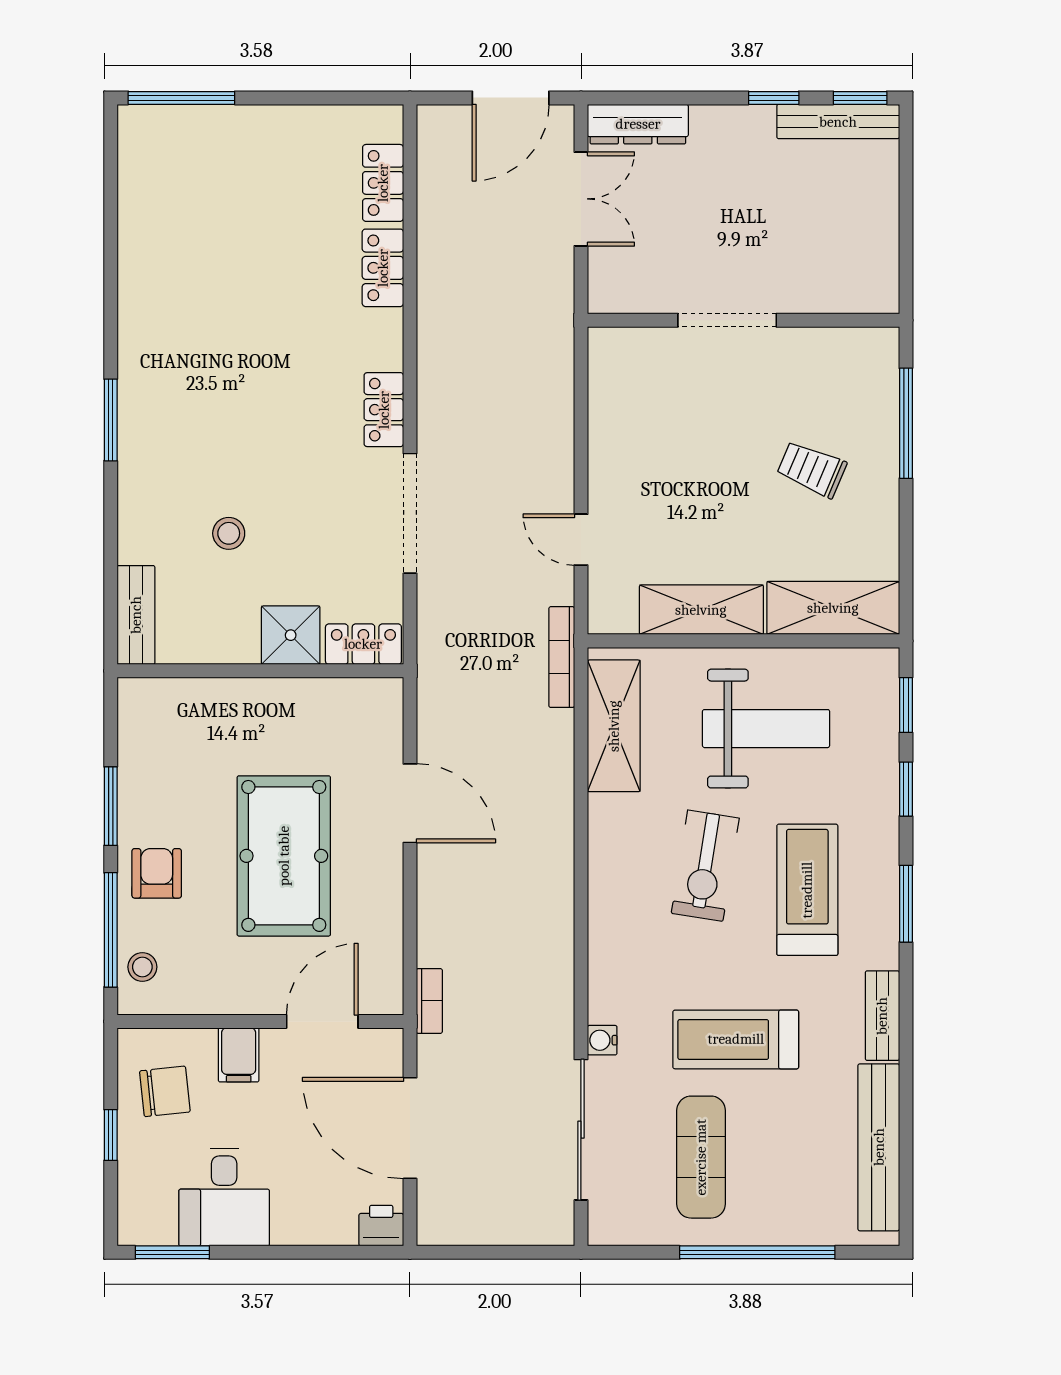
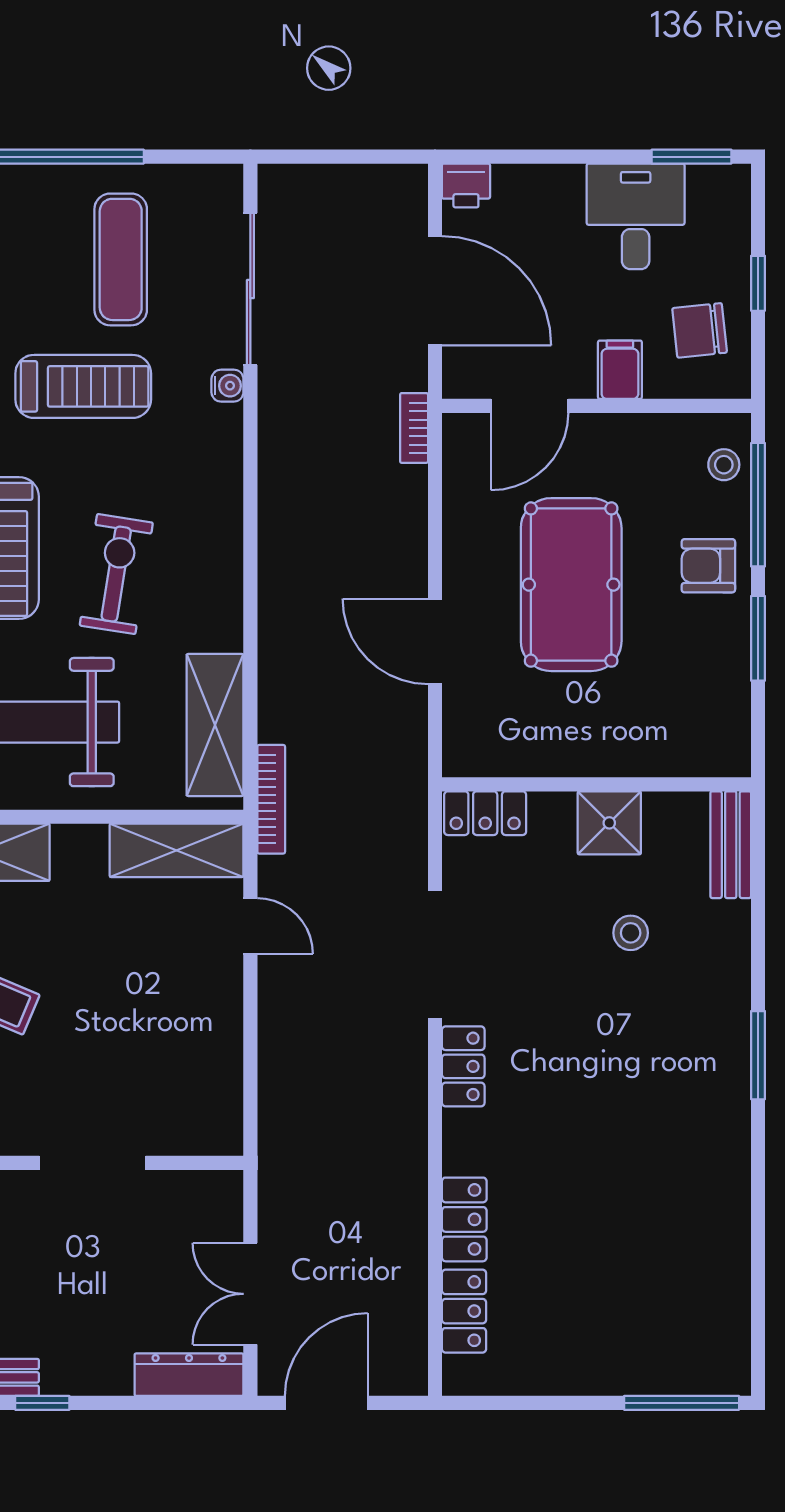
shelving: (701, 610) -> (177, 850), moved
shower: (291, 635) -> (609, 823), moved
armchair: (157, 873) -> (708, 566), turned 90

